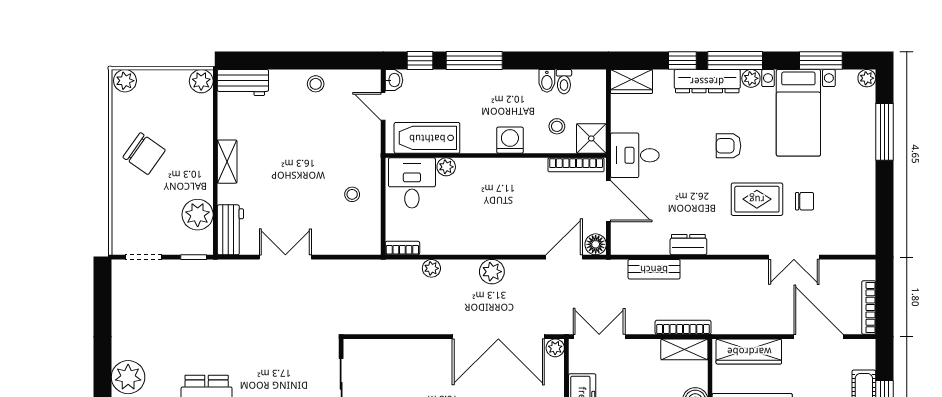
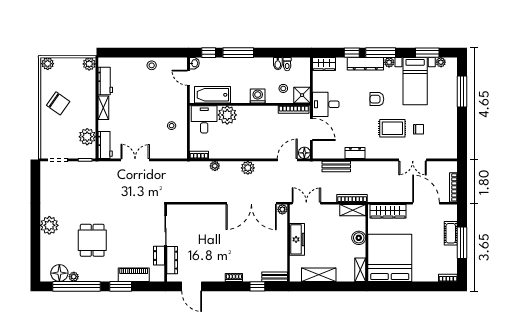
plant: (867, 78) -> (441, 62), moved
workbench: (243, 83) -> (105, 81), moved, turned -90
plant: (446, 167) -> (227, 115), width x1.87, depth x1.87

